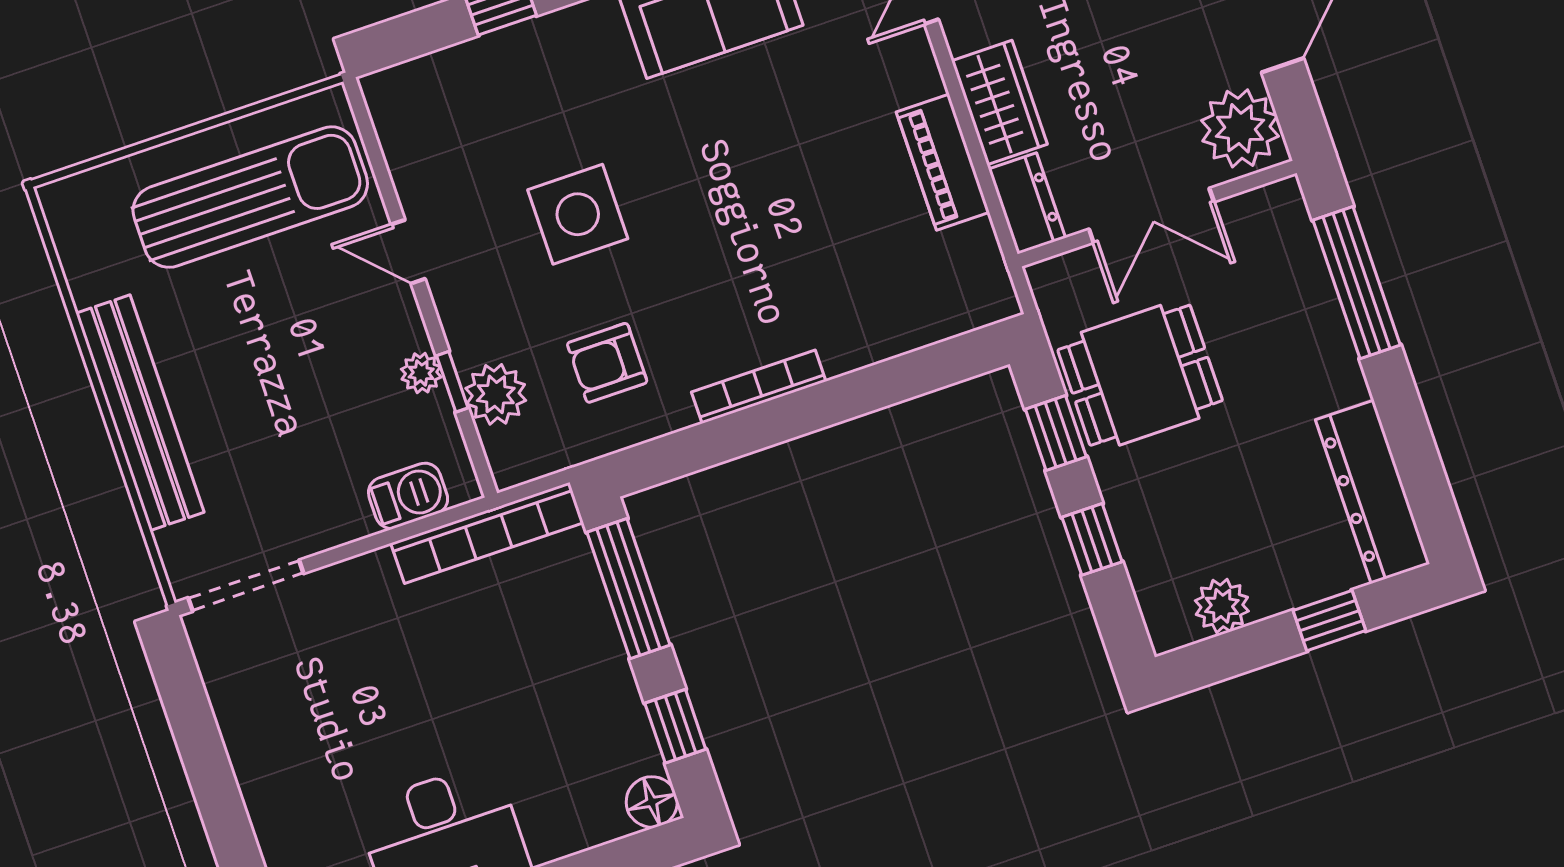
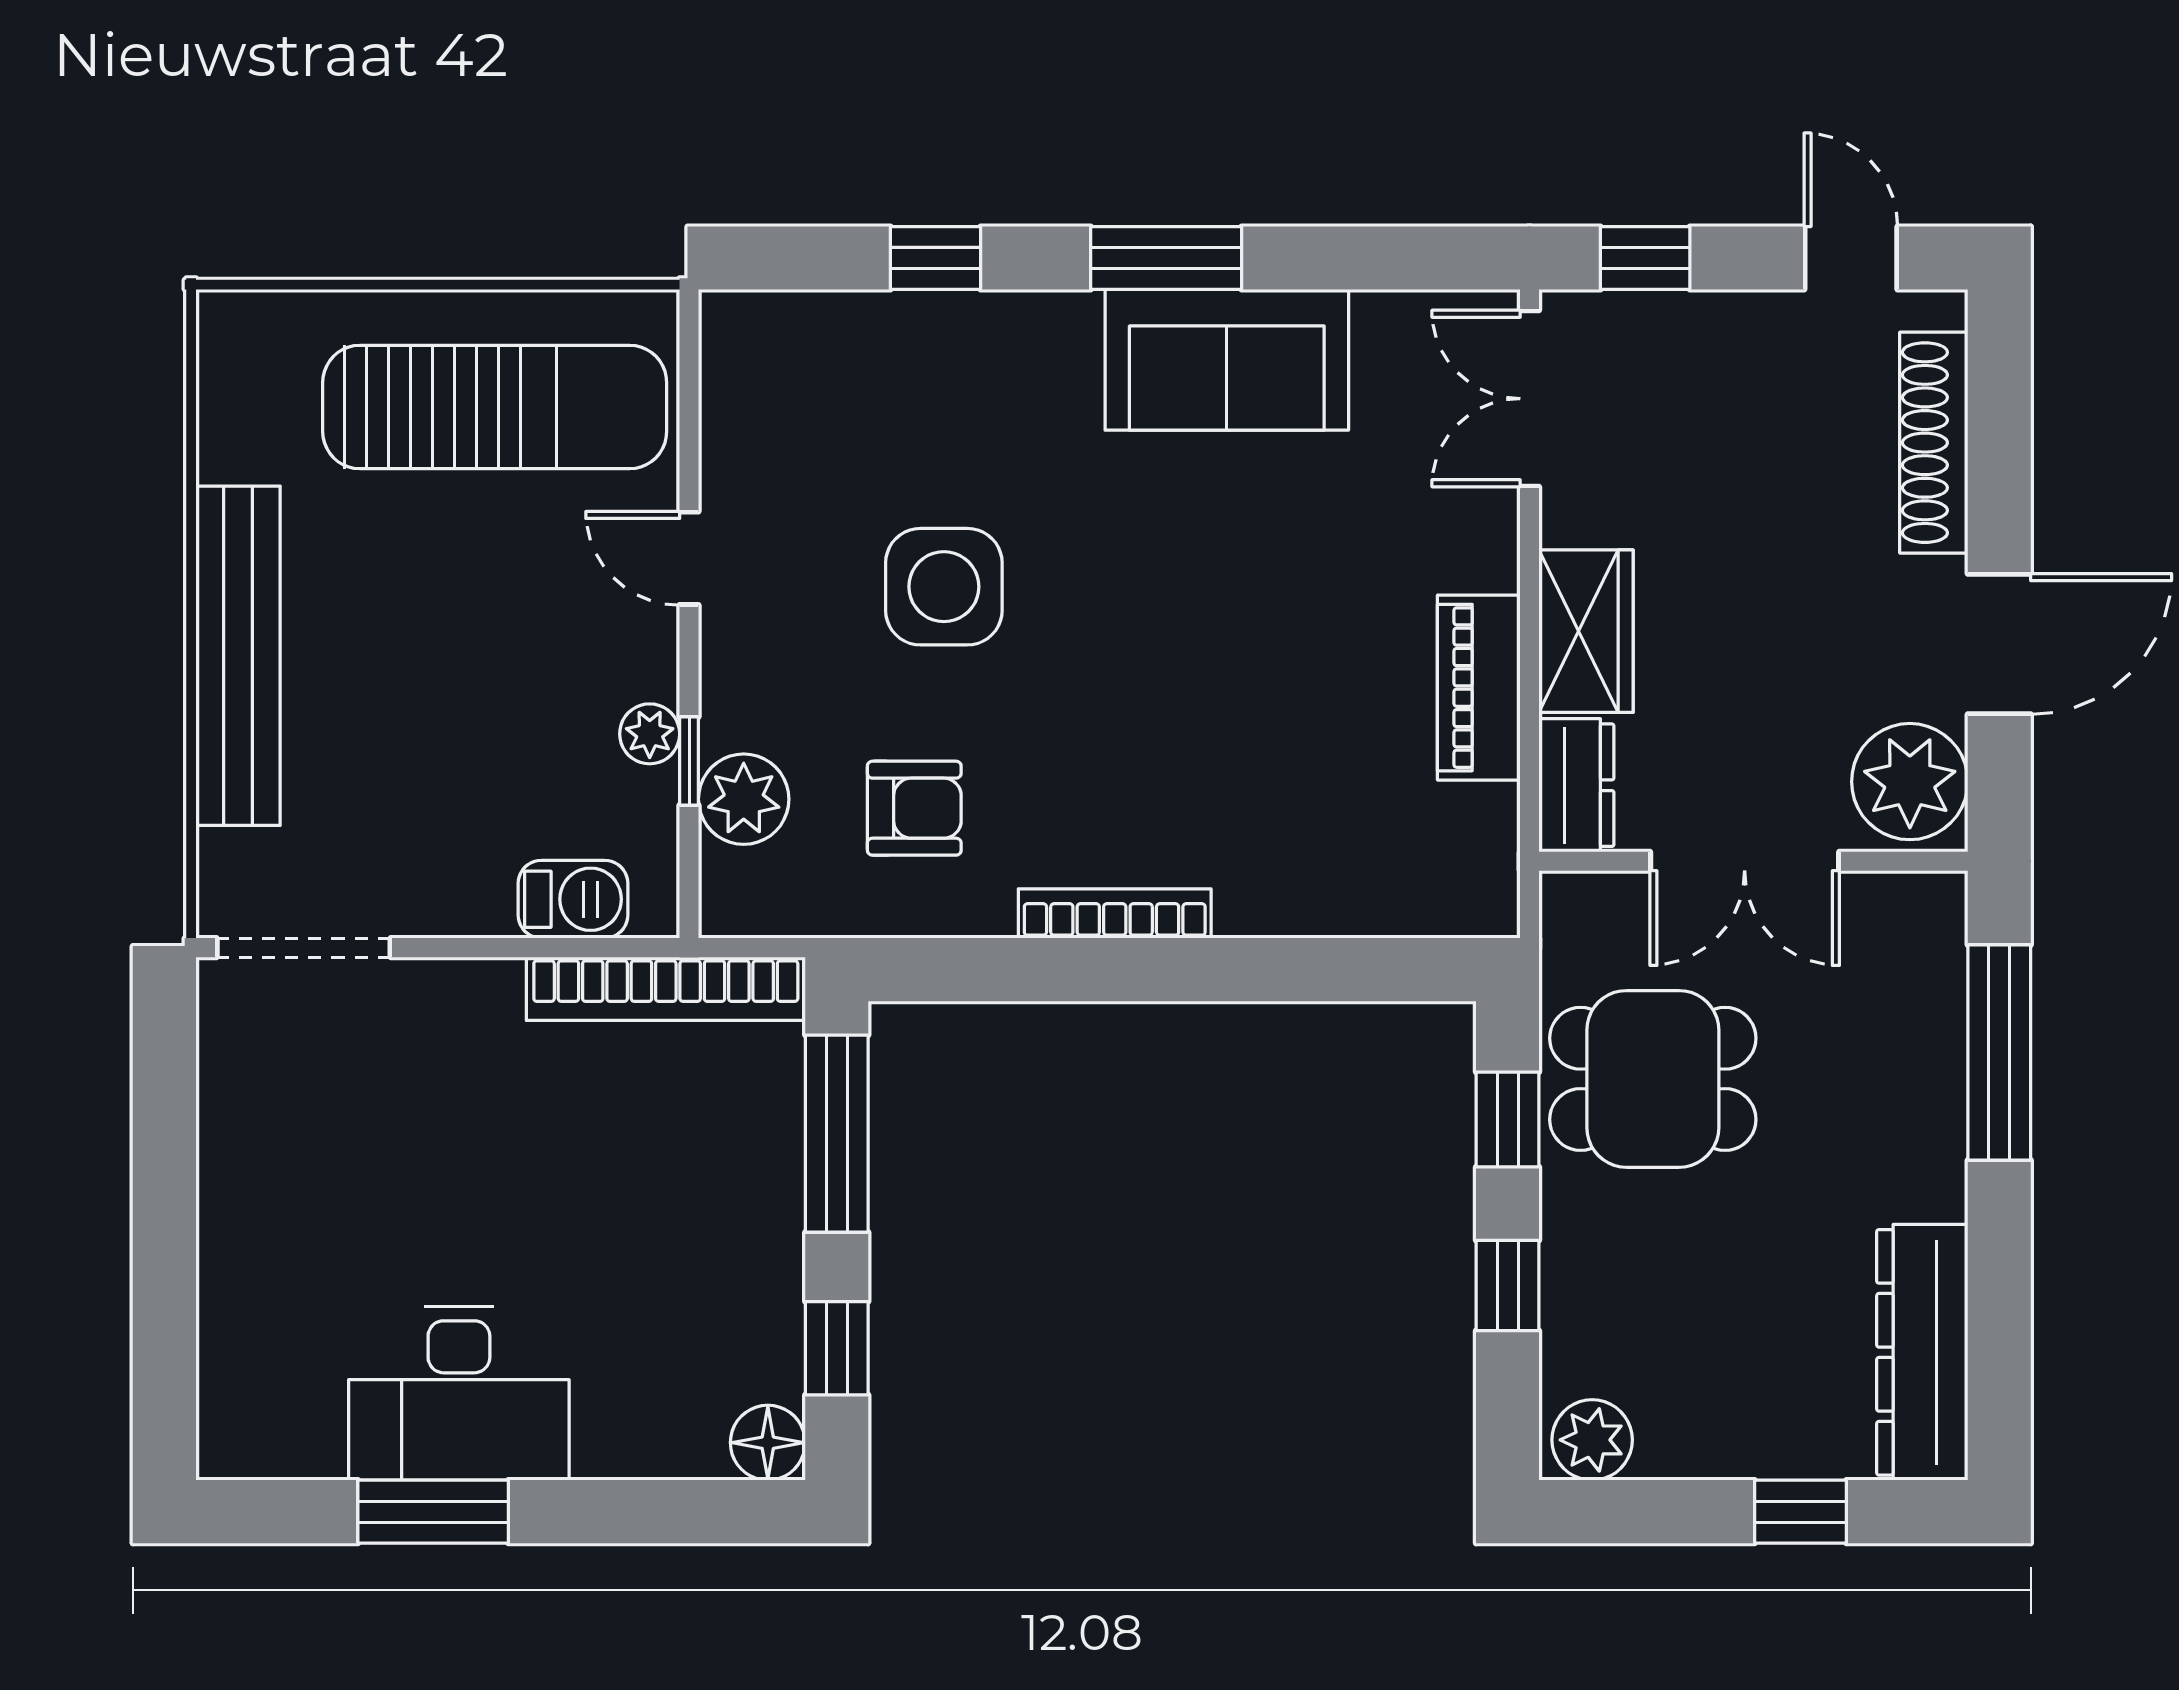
armchair: (607, 363) -> (914, 808), turned 180
plant: (1222, 606) -> (1592, 1440), moved

